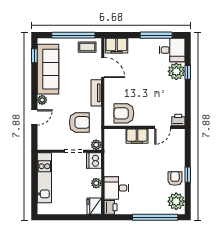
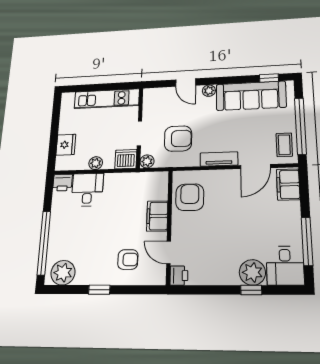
armchair: (79, 122) -> (178, 139), turned -90
armchair: (175, 178) -> (128, 259), moved
fridge: (94, 206) -> (66, 145), moved, turned 90

